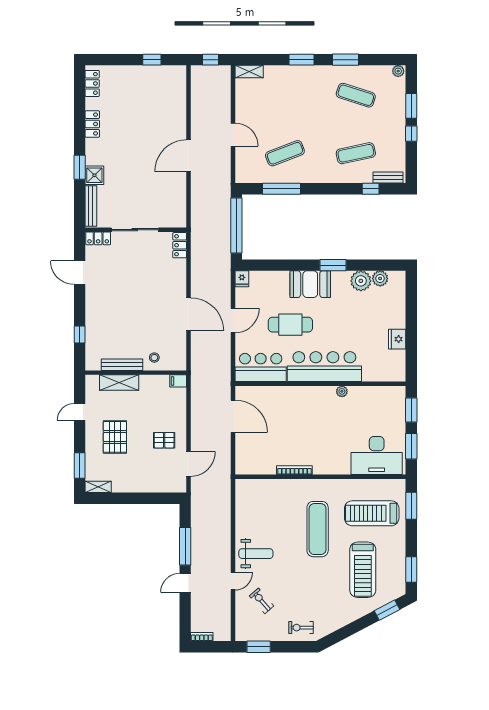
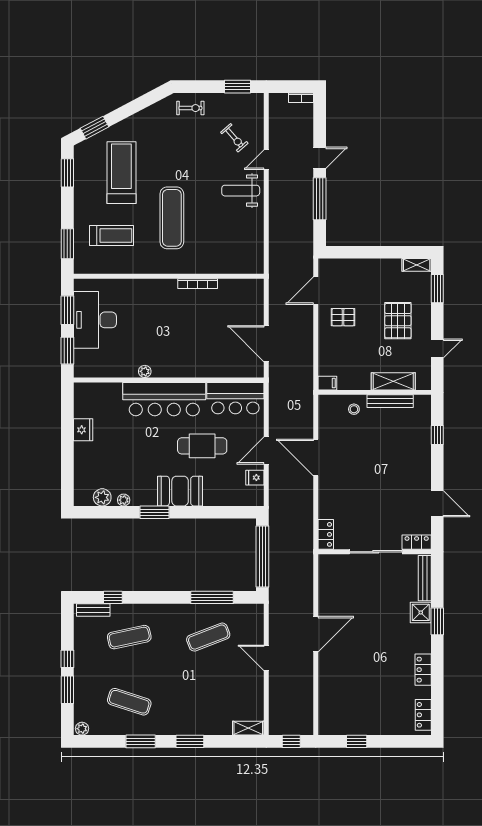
fridge: (242, 279) -> (255, 478), moved, turned -90
plant: (361, 281) -> (124, 500), width x0.53, depth x0.53
desk: (377, 455) -> (95, 320), moved, turned -90
treadmill: (372, 513) -> (111, 236), width x0.73, depth x0.73

